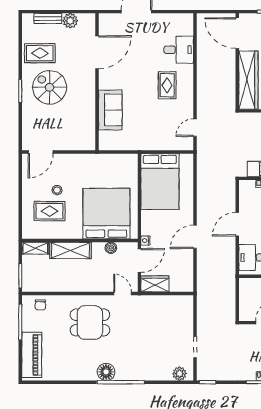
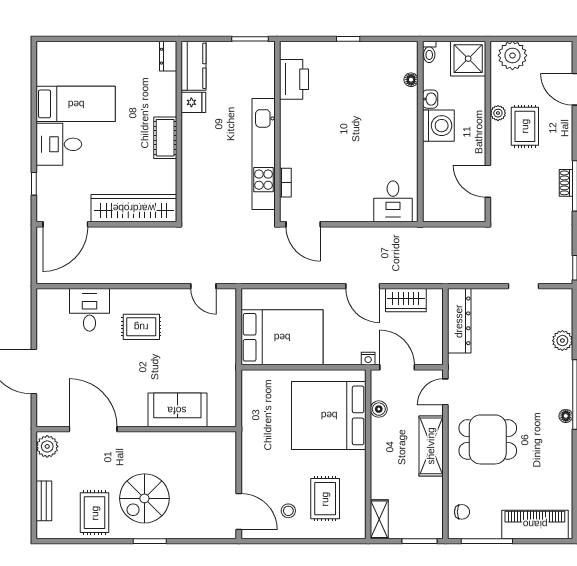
plant: (70, 21) -> (47, 446), moved
stool: (57, 190) -> (288, 511), moved
door: (237, 224) -> (303, 224), moved
shelving: (70, 250) -> (431, 446), moved
wardrobe: (155, 284) -> (406, 300), moved, turned -90
dresser: (171, 303) -> (459, 321), added
dining table: (90, 322) -> (488, 439), turned 90
floor lamp: (106, 372) -> (566, 416), width x0.53, depth x0.53
plant: (180, 374) -> (562, 341), moved

